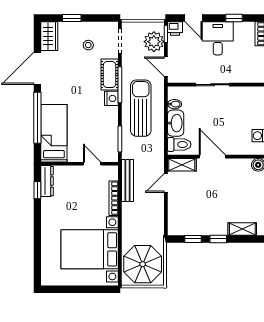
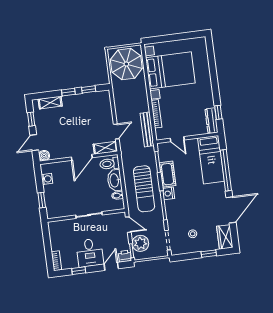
door: (193, 18) -> (111, 266), hinge flipped
cot: (110, 74) -> (168, 174), moved
door: (212, 157) -> (82, 157), hinge flipped

